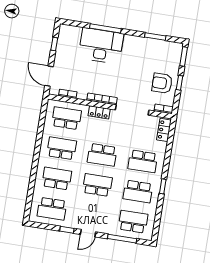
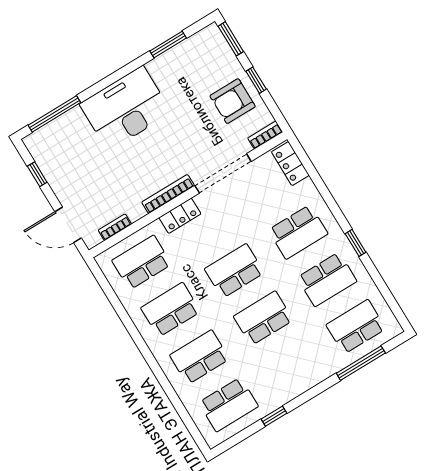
window: (105, 28) -> (54, 114), moved
desk: (101, 46) -> (126, 108), moved
school desk: (102, 155) -> (234, 271), turned 180
door: (88, 233) -> (307, 396), removed

